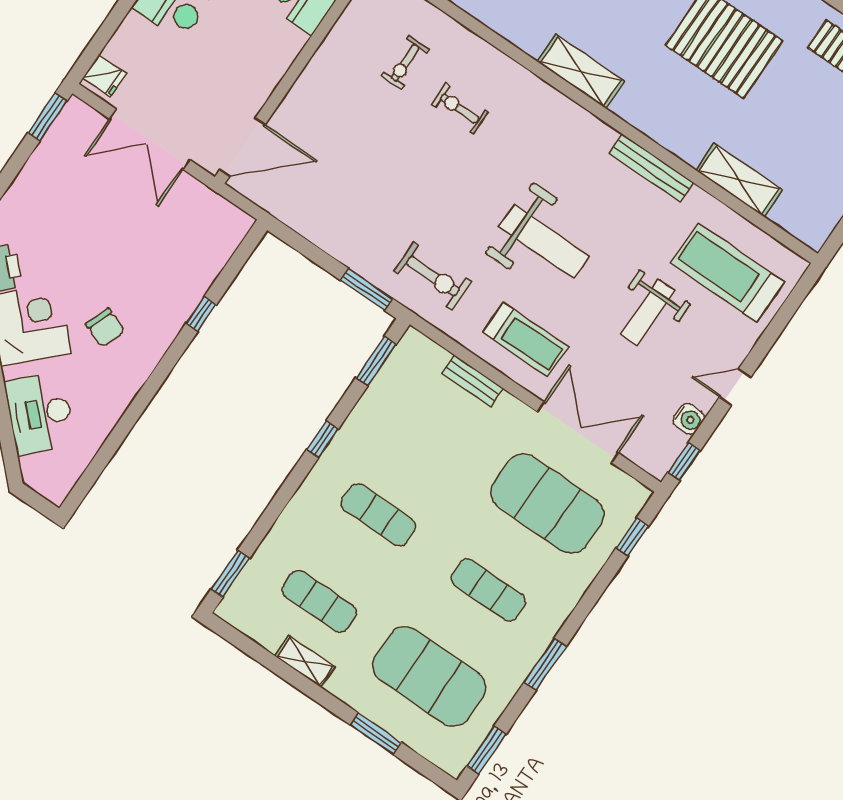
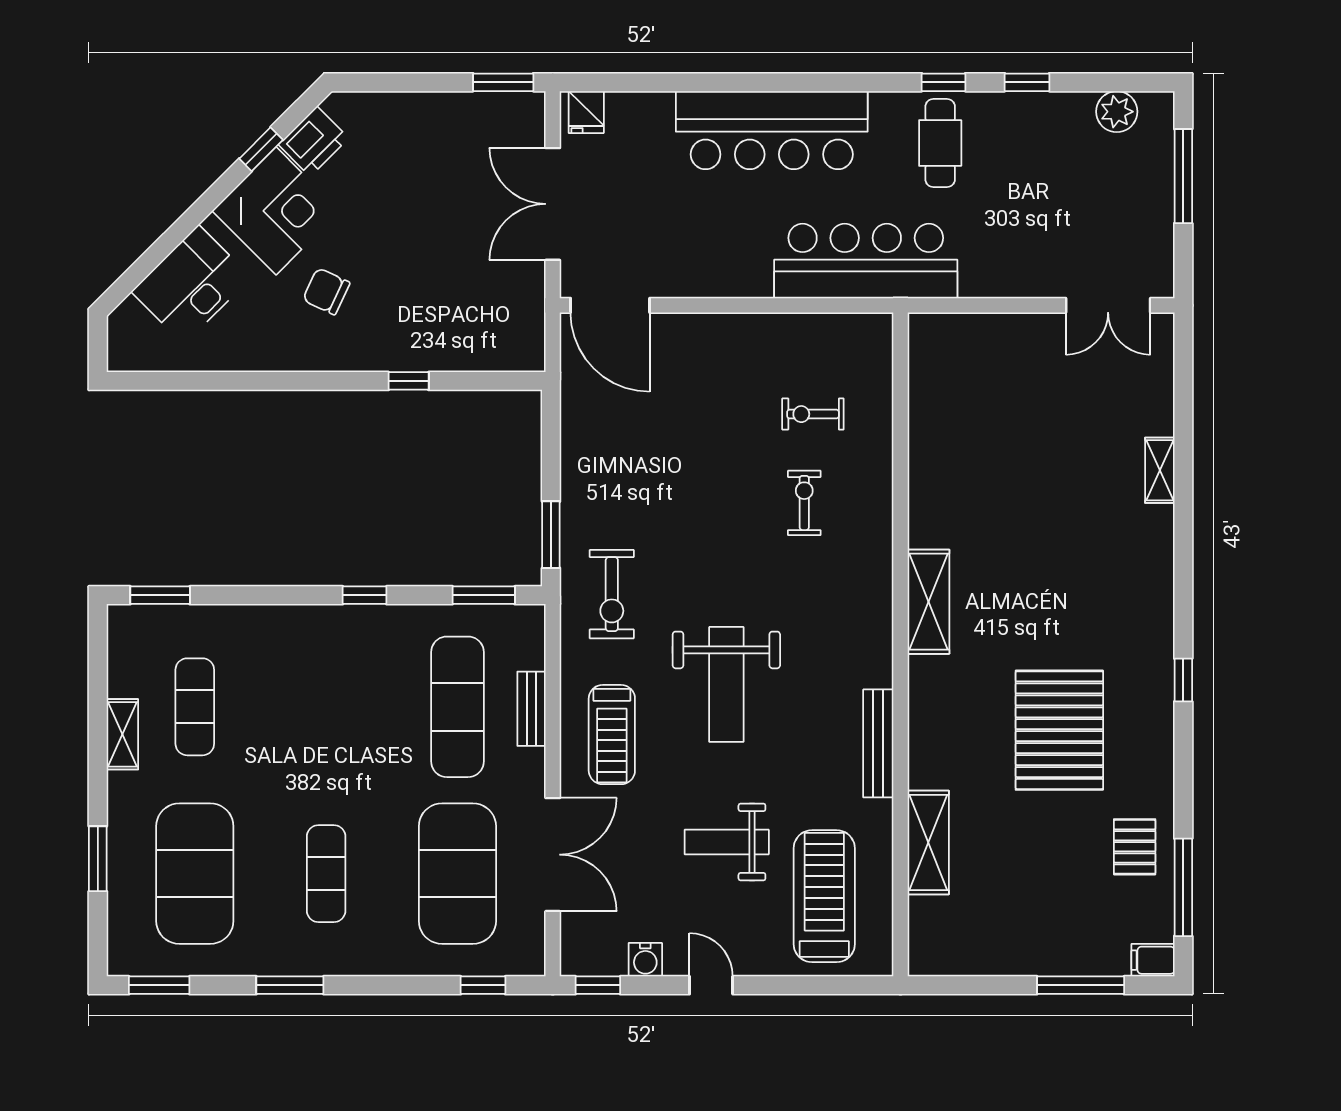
chair: (105, 328) -> (326, 291), turned 94
exercise mat: (378, 515) -> (457, 707), moved, width x1.36, depth x1.45

